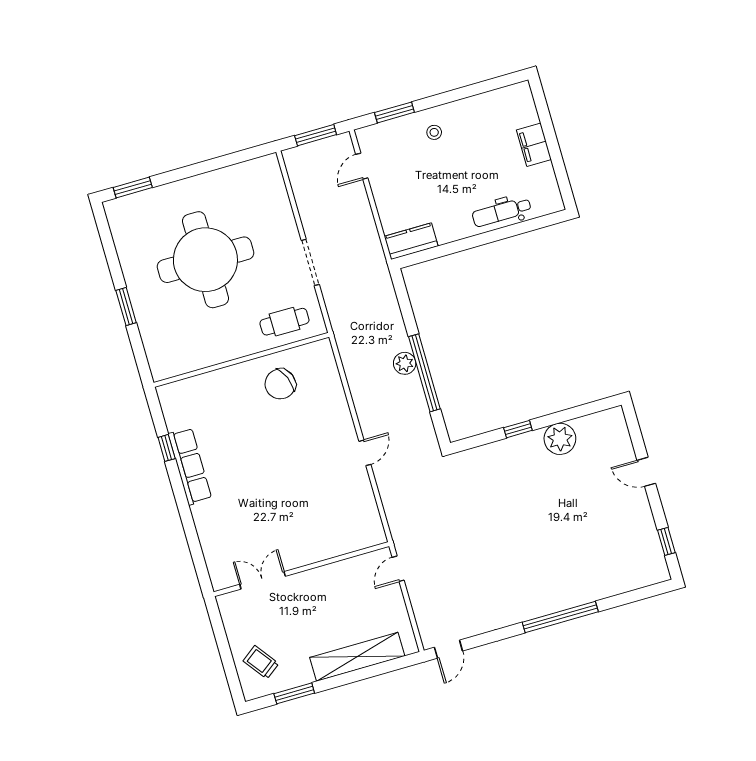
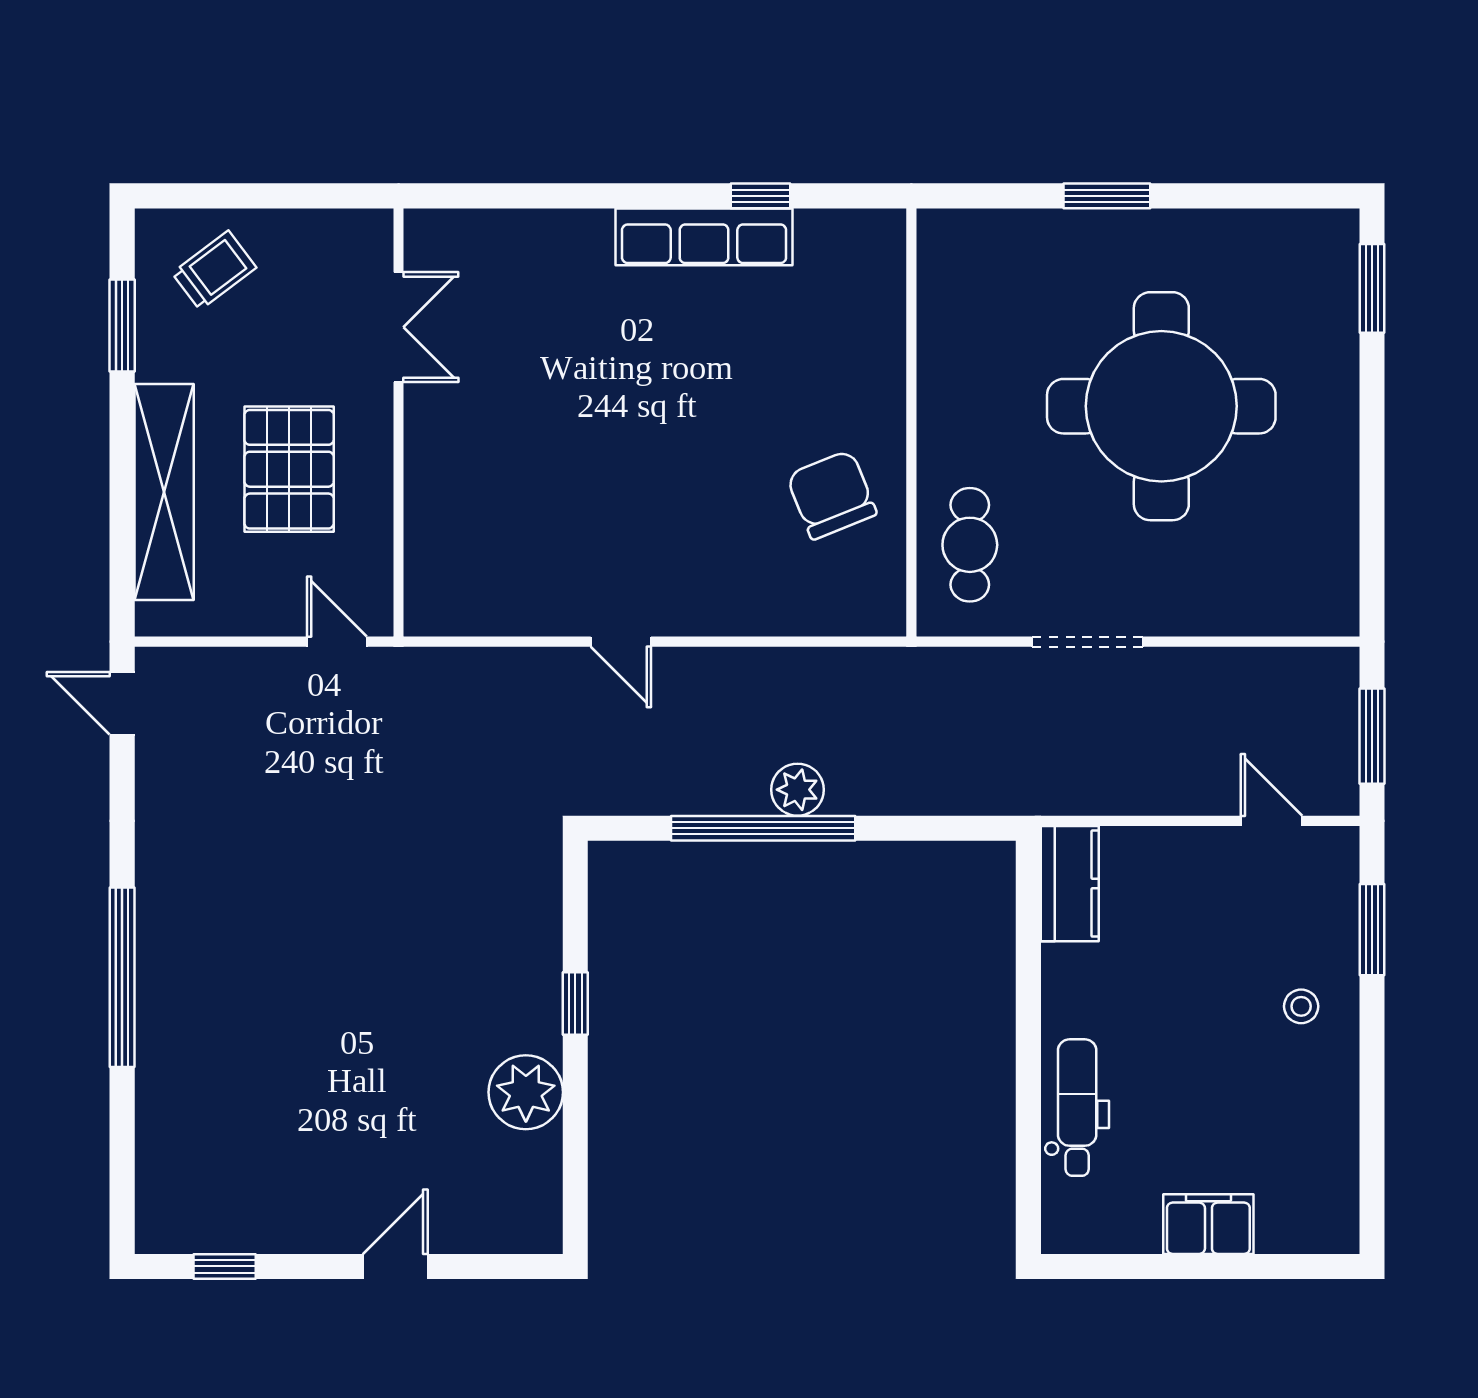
pallet: (333, 608) -> (289, 469), added

